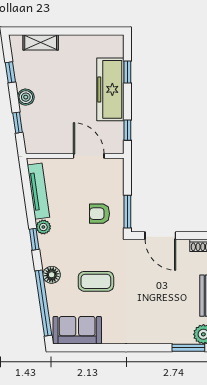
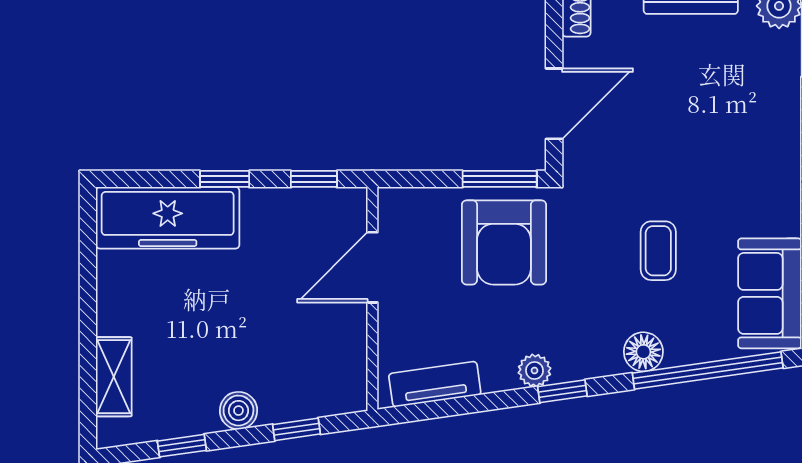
window: (127, 72) -> (225, 179), moved
freezer: (110, 89) -> (168, 218), moved
tv unit: (38, 191) -> (435, 384), width x0.71
armchair: (100, 214) -> (504, 242), width x1.88, depth x1.88
coffee table: (96, 281) -> (658, 251), width x0.73, depth x0.77

